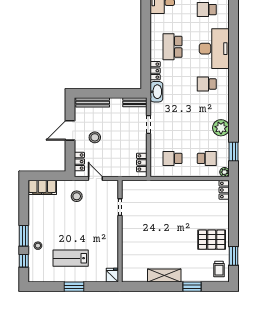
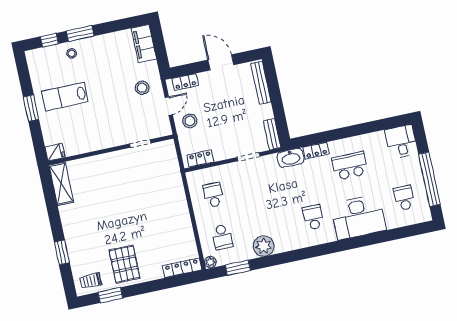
stool: (95, 137) -> (190, 121), moved
locker: (224, 190) -> (182, 268), width x1.53
lab bench: (71, 258) -> (65, 97), turned -90
shelving: (164, 276) -> (61, 184), moved

